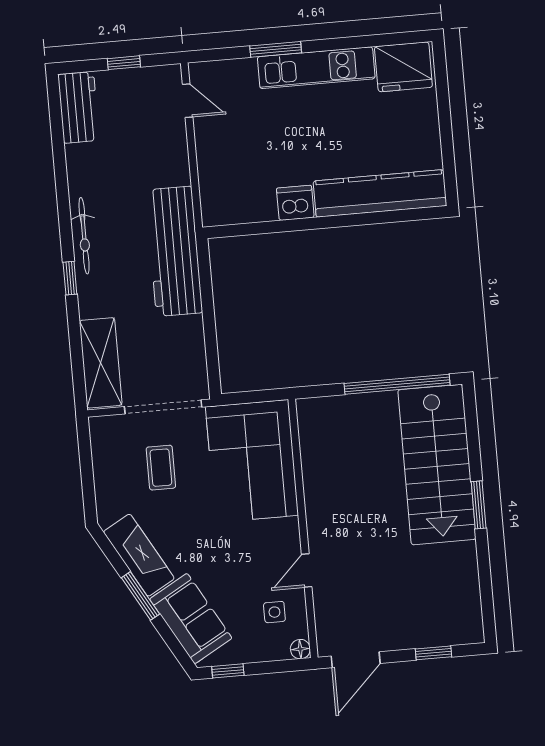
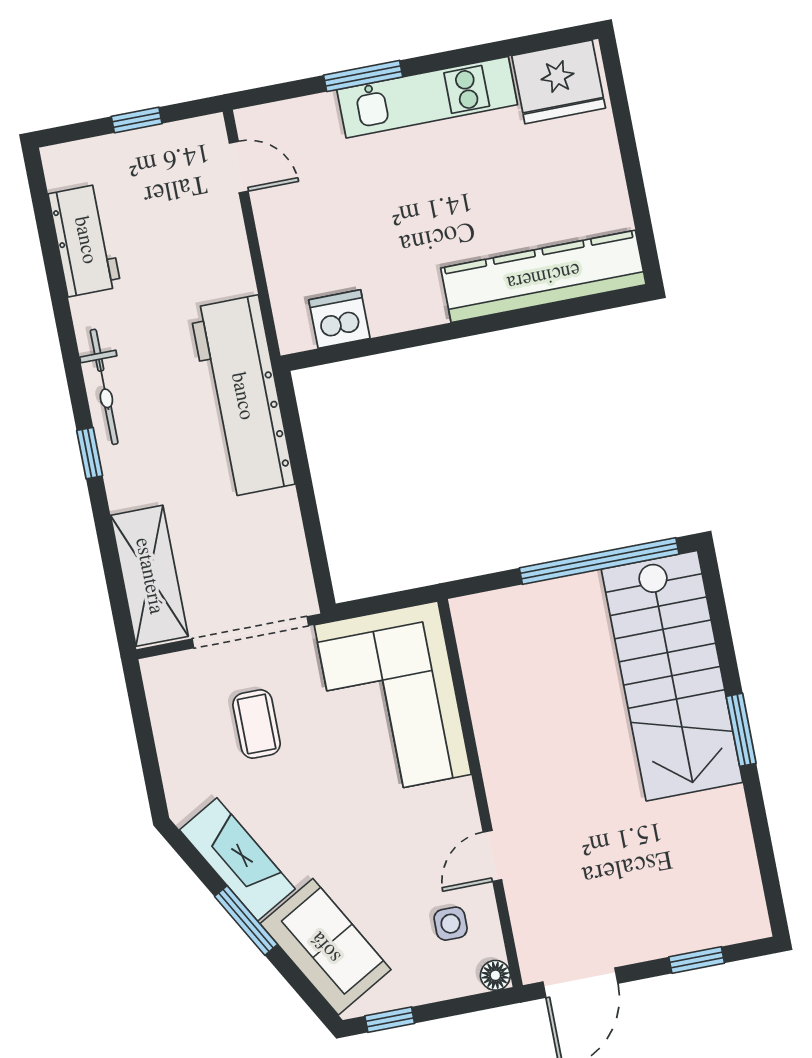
workbench: (79, 107) -> (85, 240), moved
dishwasher: (295, 203) -> (339, 319), moved

